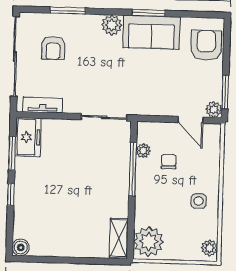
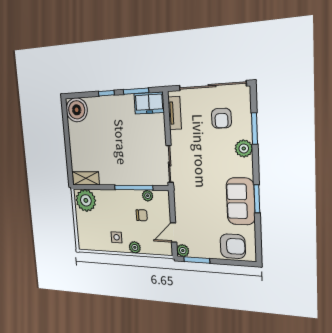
plant: (112, 25) -> (244, 148), moved
armchair: (53, 48) -> (221, 118), turned -90
boiler: (21, 247) -> (77, 110), width x1.86, depth x1.86
plant: (209, 248) -> (135, 247), moved

